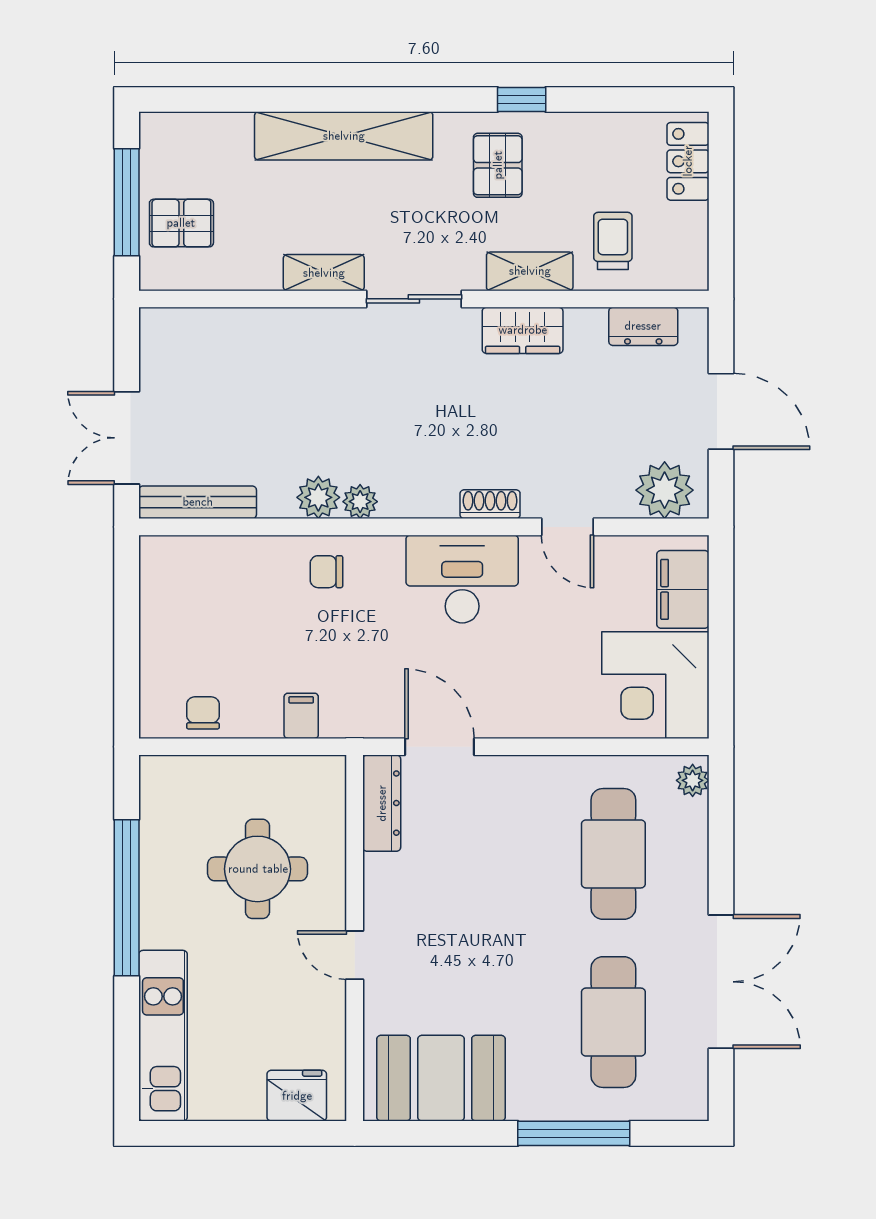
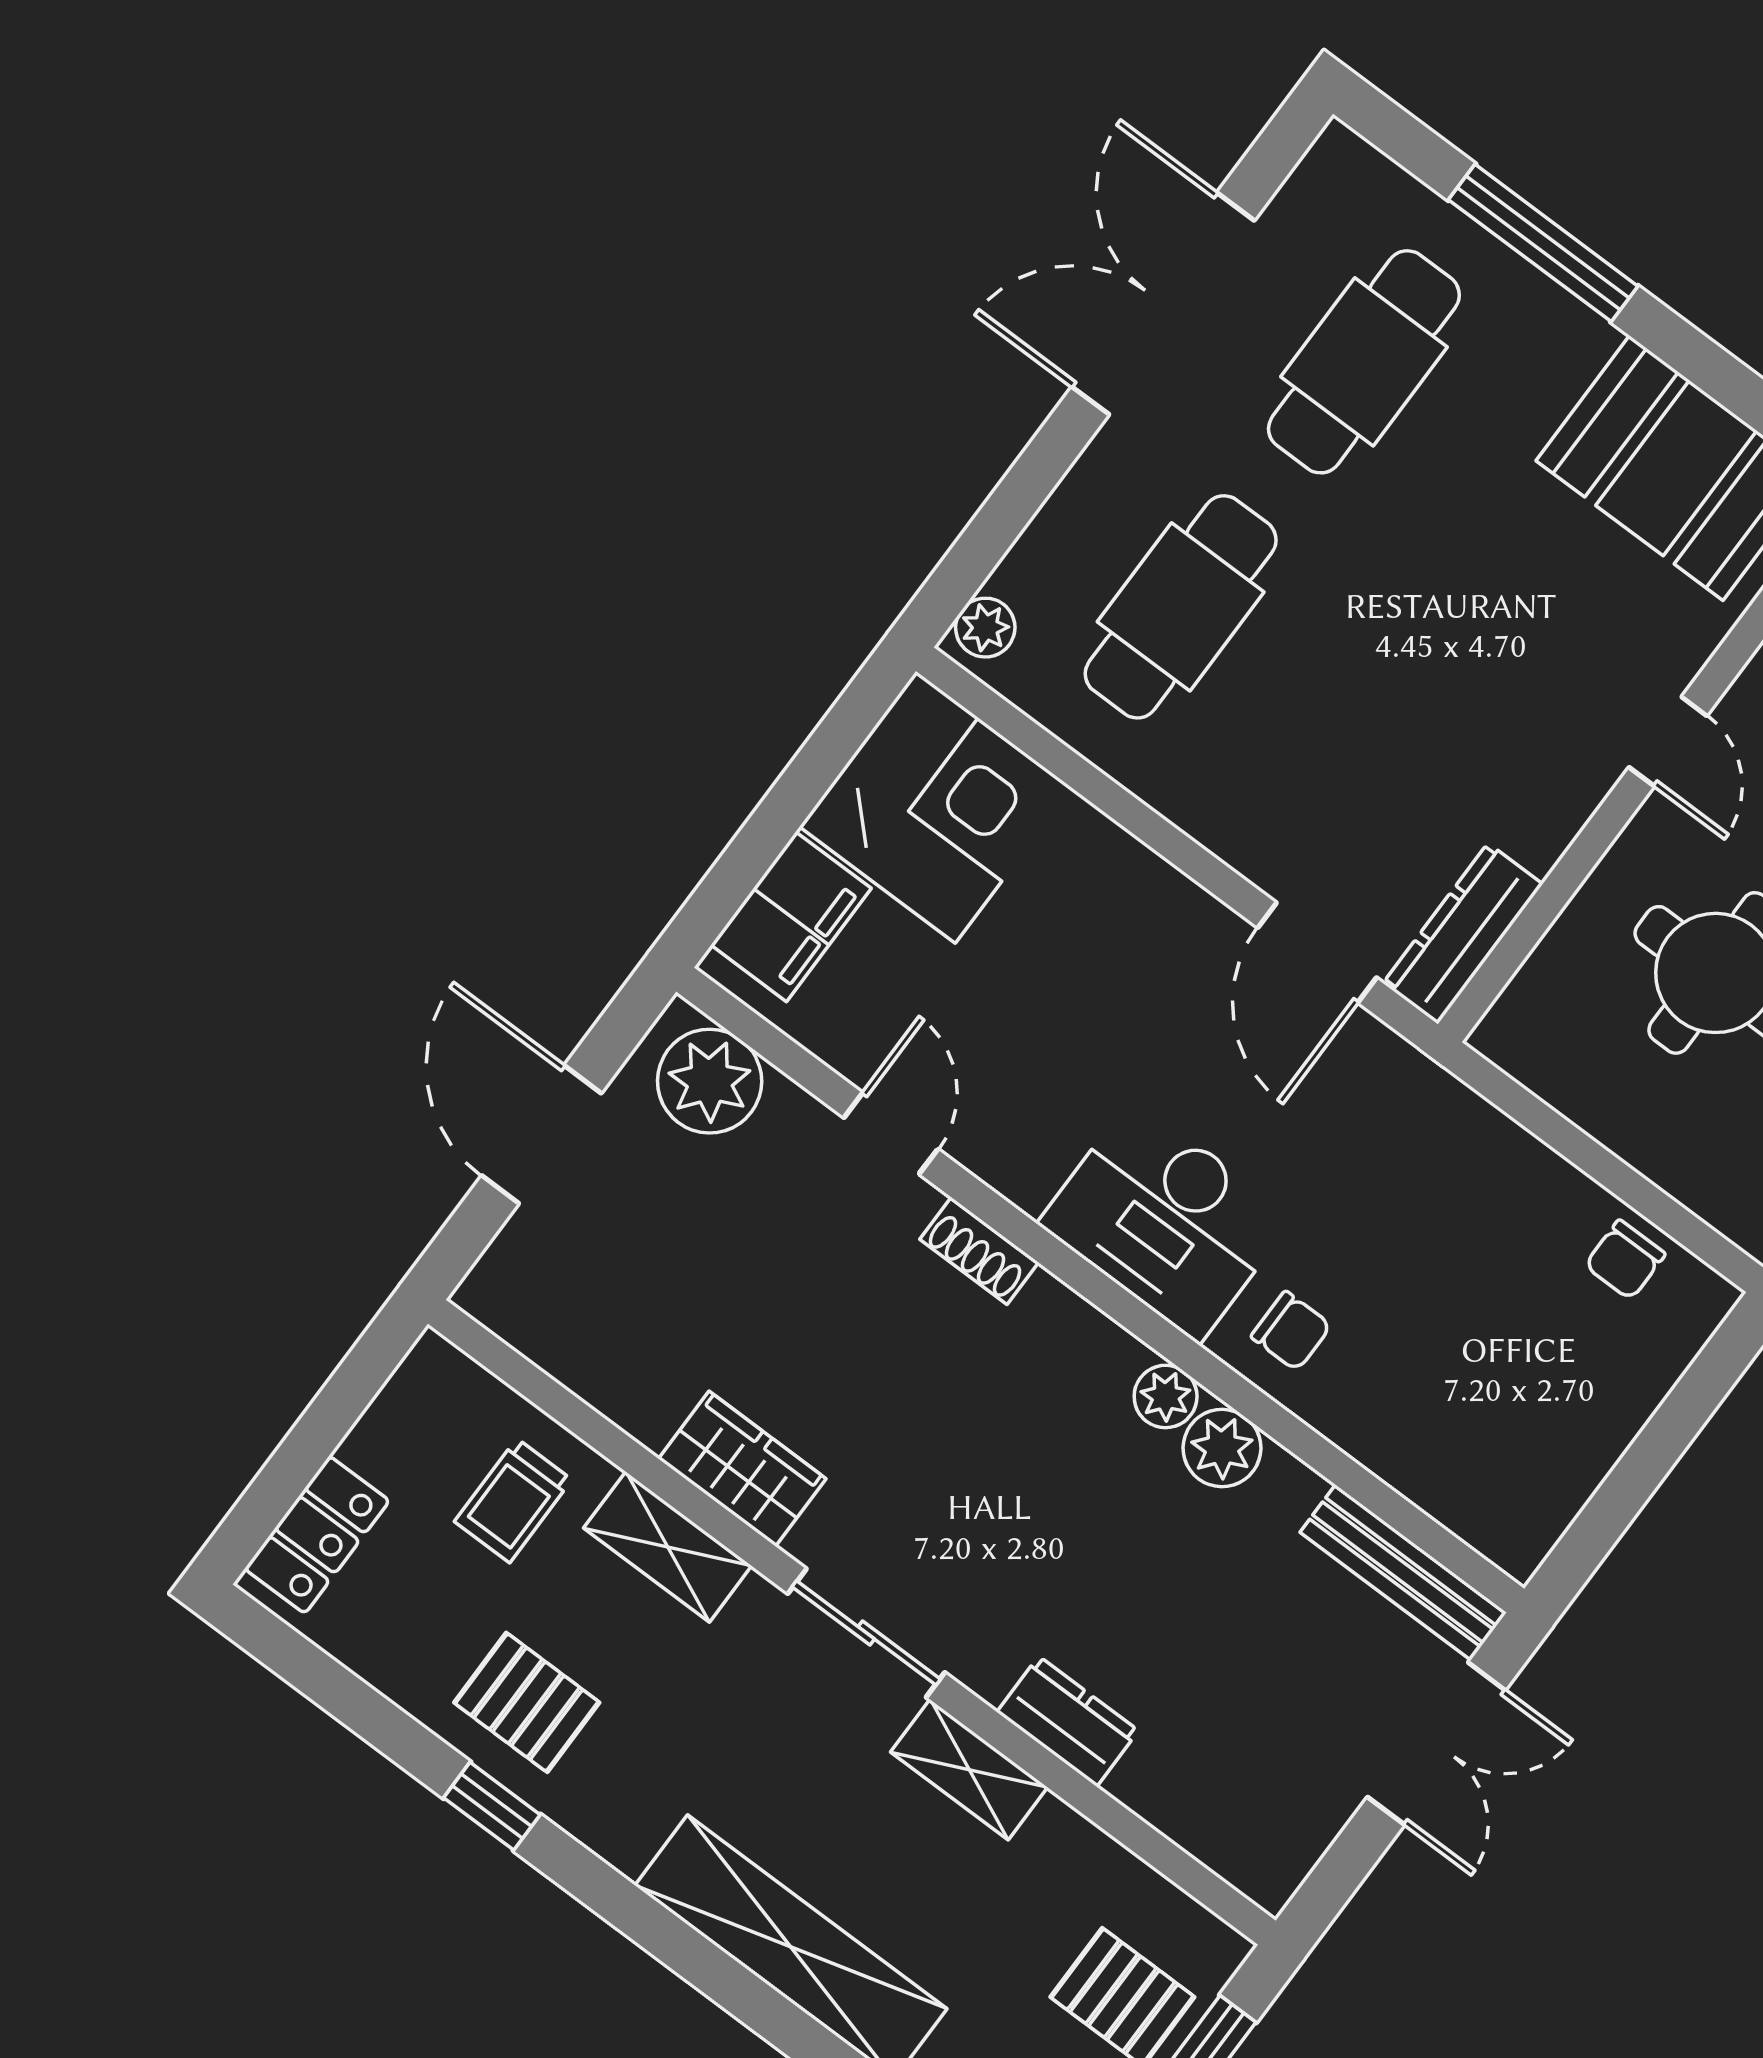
pallet: (498, 165) -> (527, 1702), moved, turned 90
dresser: (643, 326) -> (1068, 1721), moved
desk: (462, 579) -> (1166, 1220), moved
filing cabinet: (301, 716) -> (1485, 1148), removed

